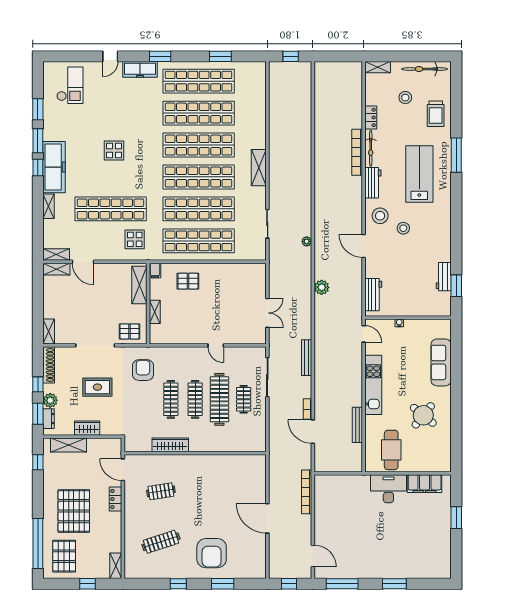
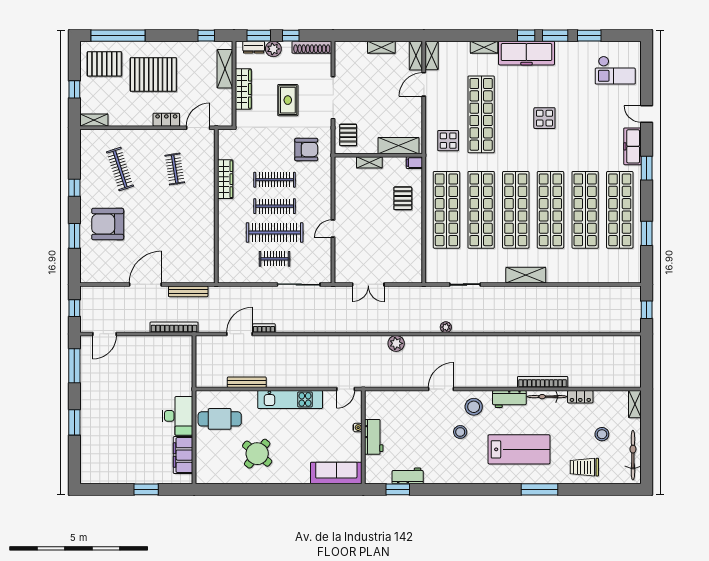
workbench: (373, 295) -> (374, 437), moved, turned -90
shelving: (49, 332) -> (381, 47), moved
bench: (307, 358) -> (188, 291), moved
sofa: (441, 362) -> (336, 473), moved
wardrobe: (87, 428) -> (243, 89), width x1.50

